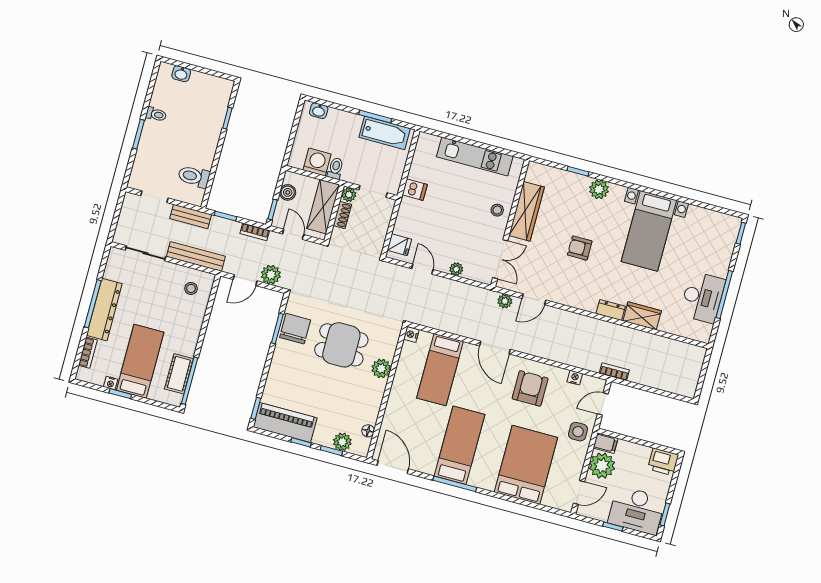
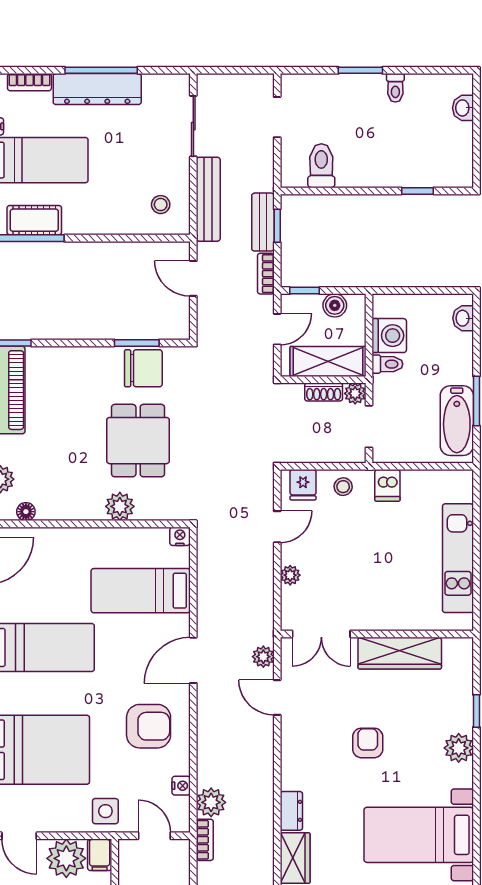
stool: (497, 210) -> (343, 487), moved
bench: (191, 217) -> (263, 222), moved
plant: (271, 275) -> (211, 802), moved

